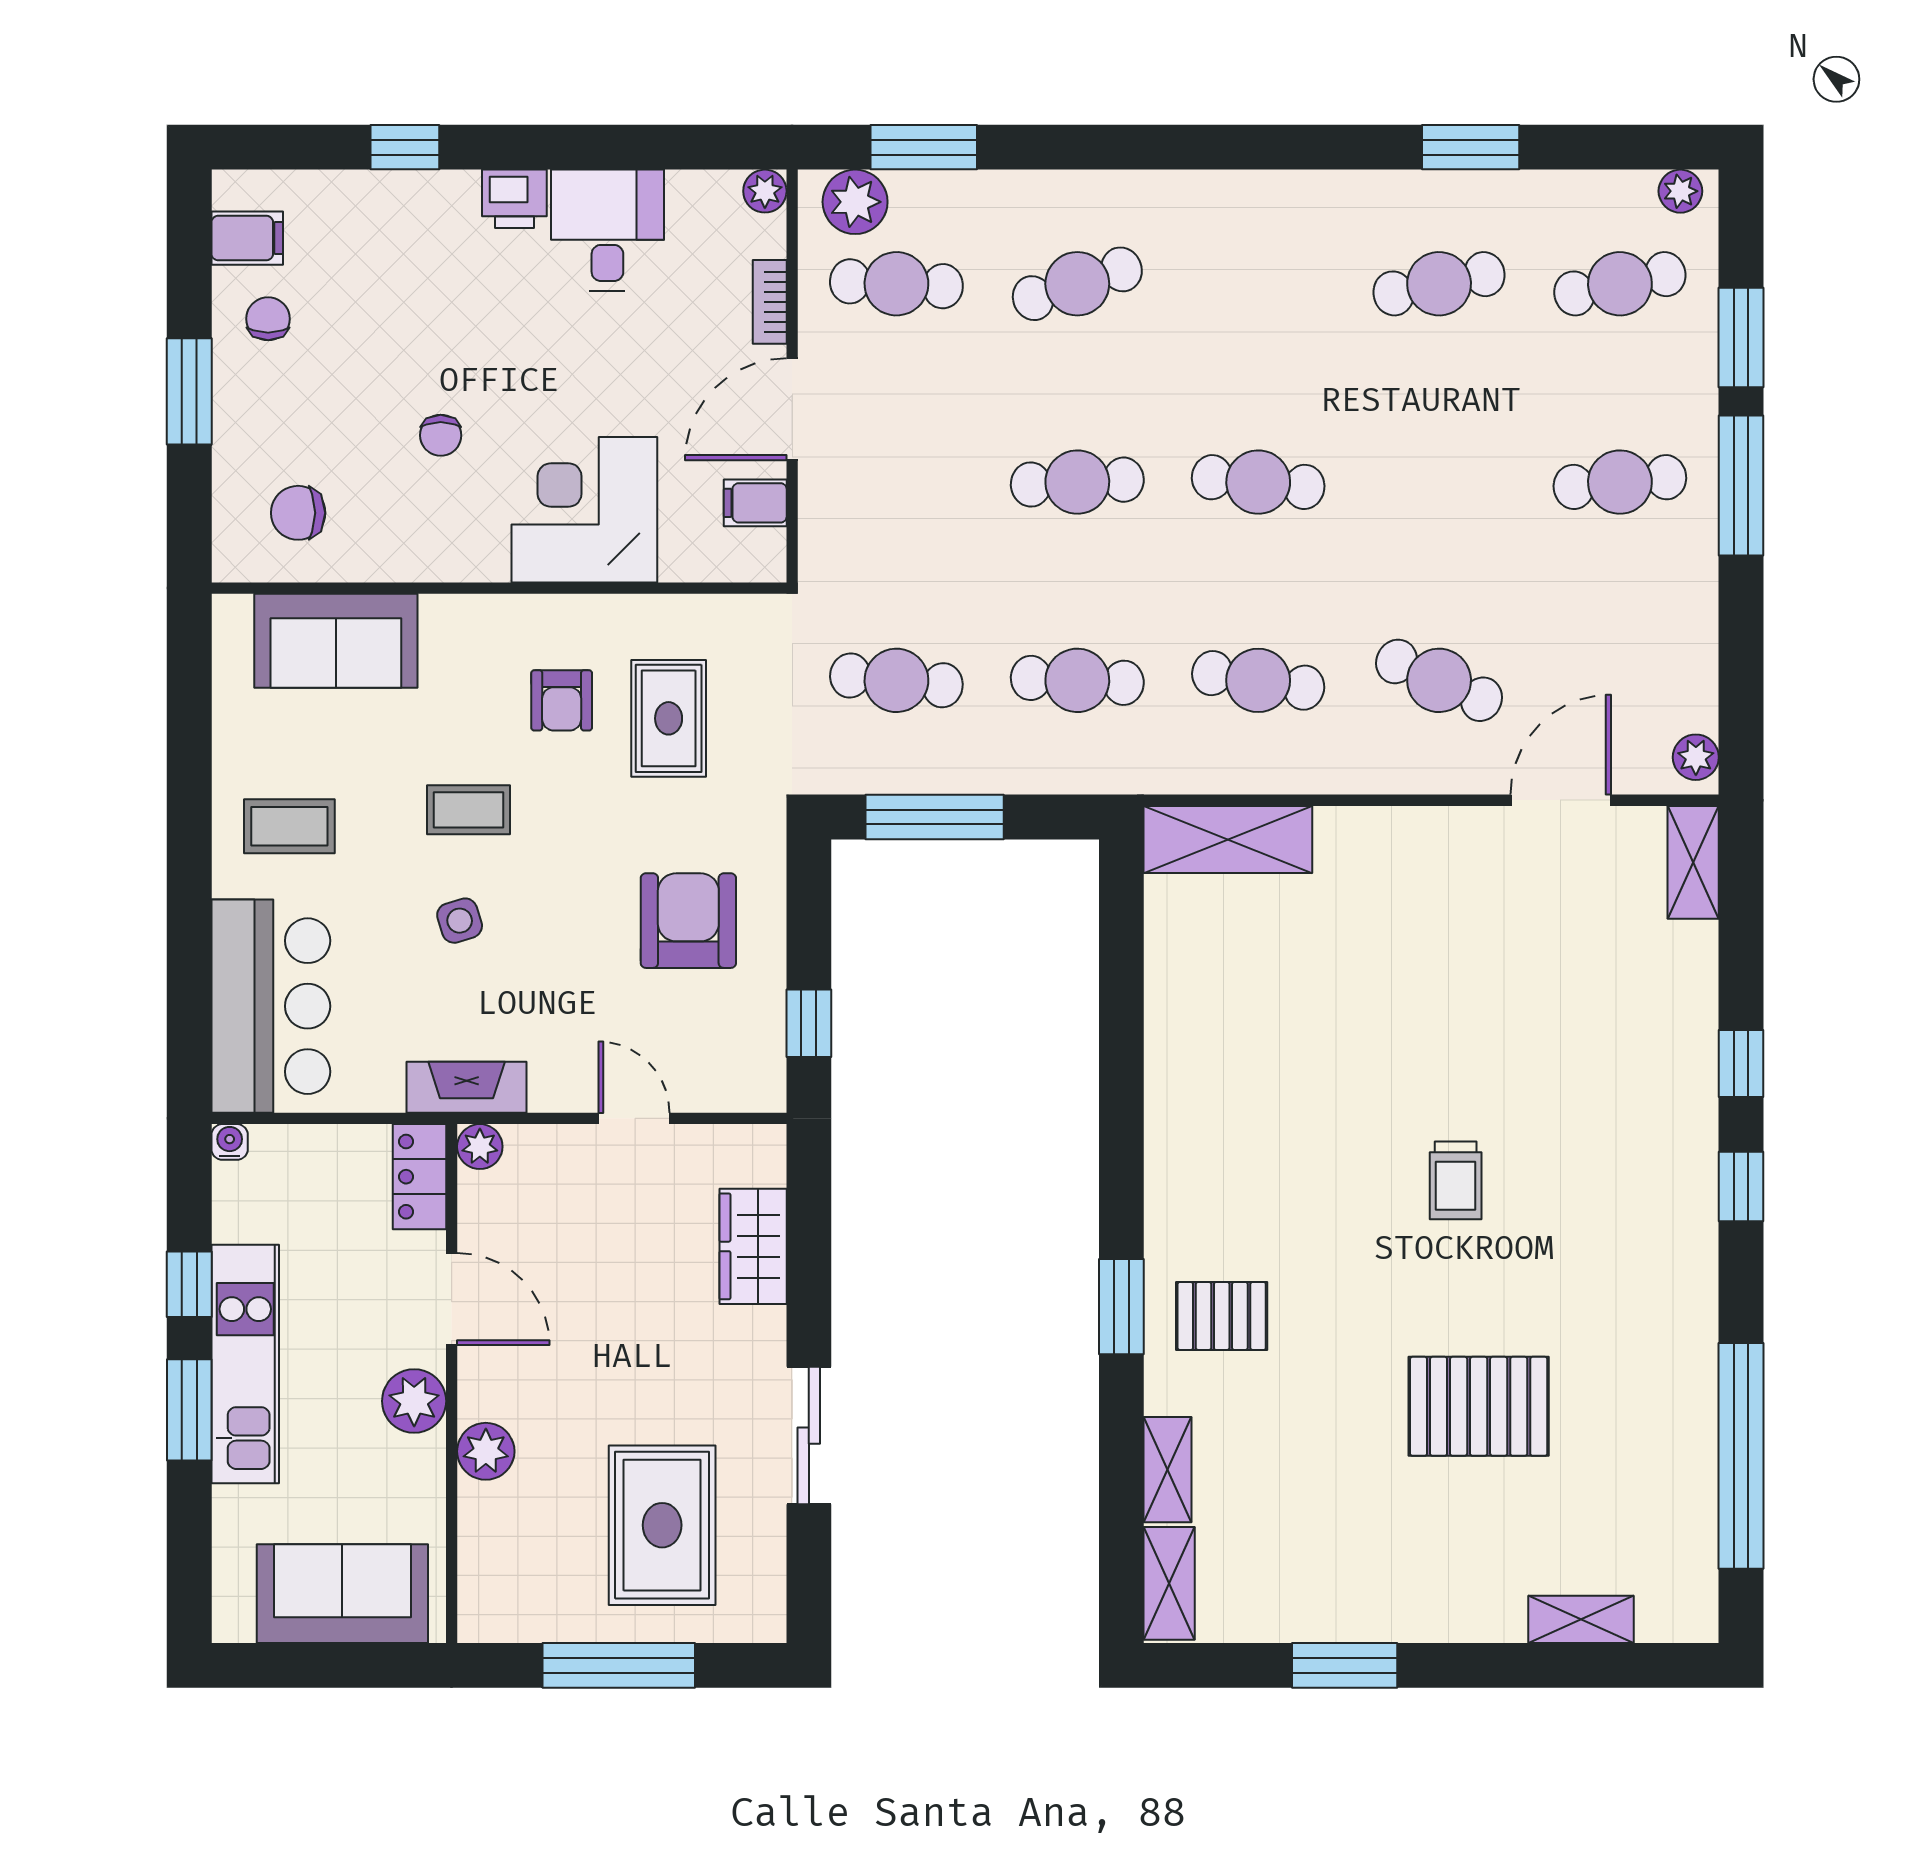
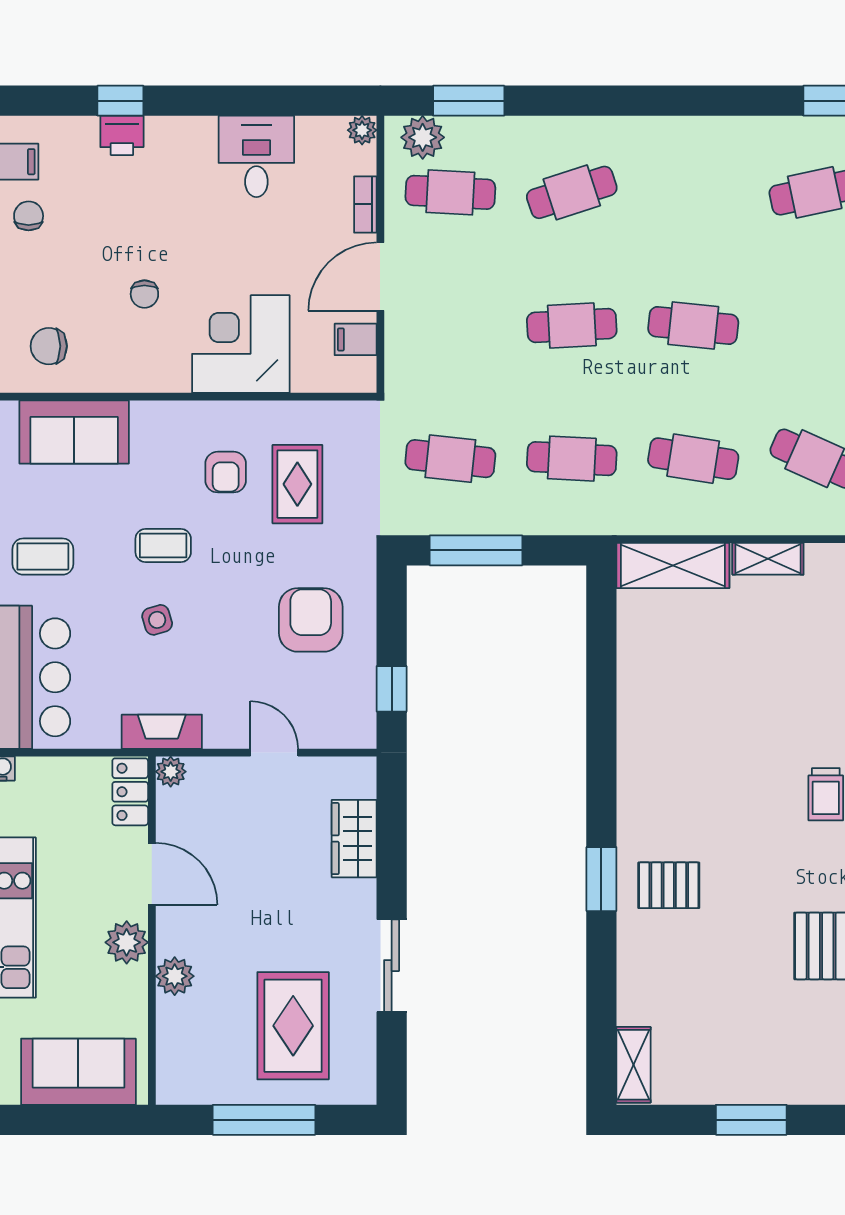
printer: (514, 199) -> (122, 135), moved
shelving: (1168, 1470) -> (768, 559), moved, turned 90

